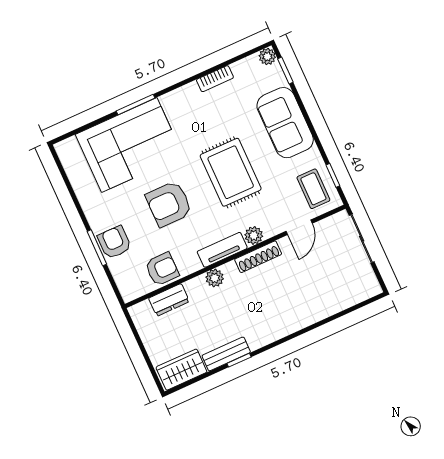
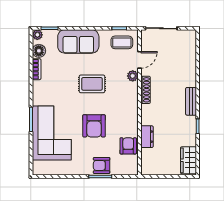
floor lamp: (244, 70) -> (39, 51), added
rug: (231, 172) -> (92, 84), width x0.73, depth x0.70
door: (299, 227) -> (139, 60), hinge flipped
plant: (254, 235) -> (133, 76), moved
tv unit: (222, 250) -> (133, 108), removed
plant: (215, 278) -> (146, 119), removed
dresser: (169, 300) -> (147, 137), moved
bench: (226, 354) -> (191, 101), moved

